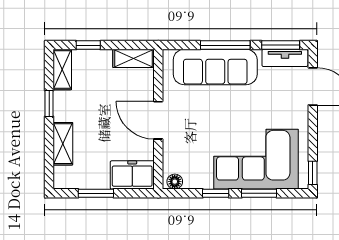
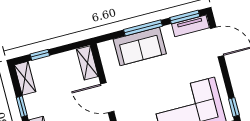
shelving: (134, 58) -> (87, 63), moved, turned 90
sofa: (215, 67) -> (140, 46), width x0.73

